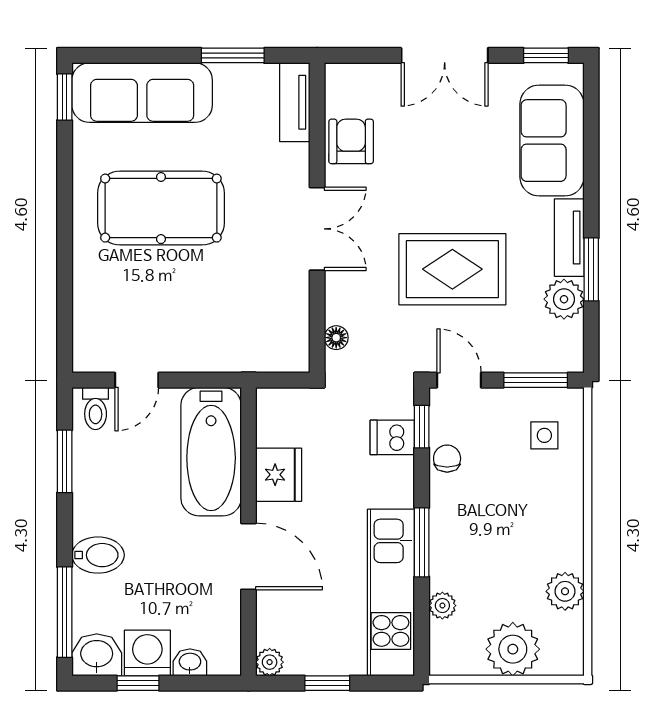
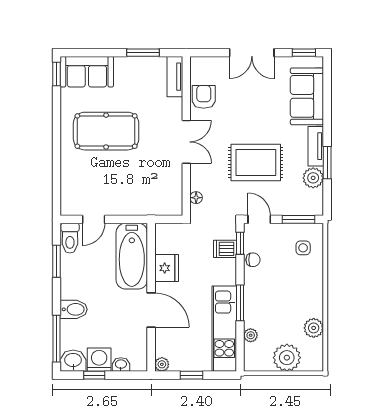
sofa: (142, 93) -> (87, 72), width x0.73
toilet: (96, 408) -> (70, 238), width x1.37, depth x1.39
chair: (447, 459) -> (253, 260), turned 90

